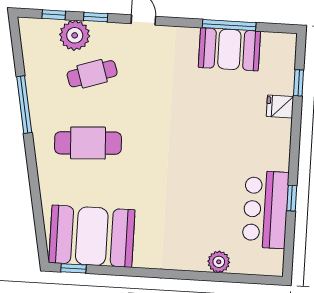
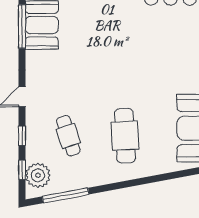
plant: (75, 35) -> (38, 175), moved
window: (24, 105) -> (66, 195), moved

